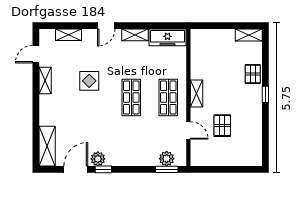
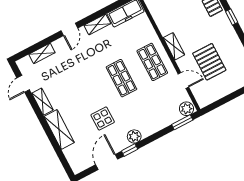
display table: (89, 81) -> (103, 119), moved
pallet: (222, 126) -> (209, 62), width x1.50, depth x1.42
shelving: (47, 146) -> (59, 129), moved
plant: (98, 159) -> (134, 136), moved
plant: (167, 159) -> (186, 109), moved

